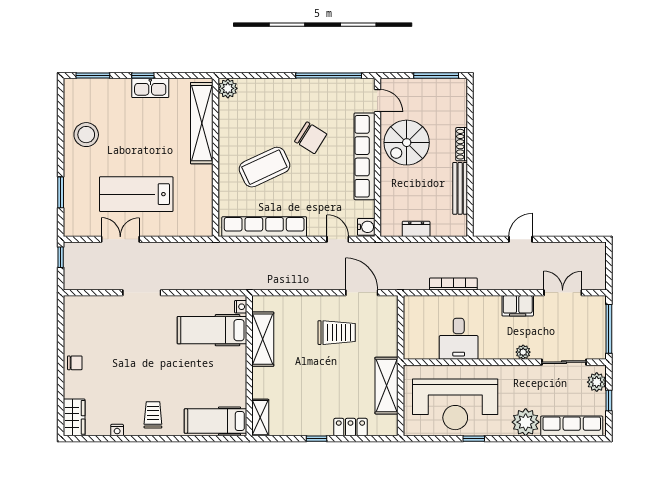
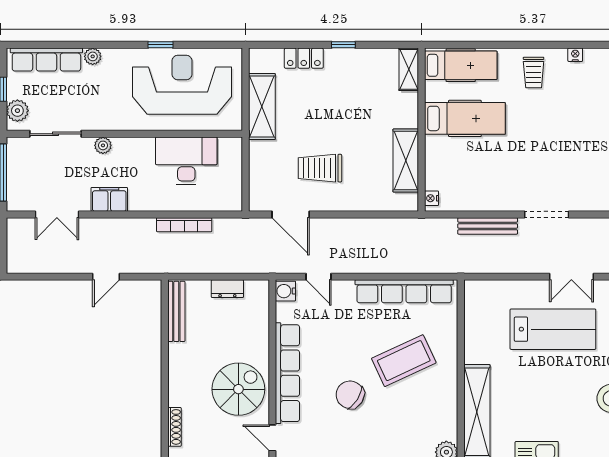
shoe rack: (462, 144) -> (174, 427), moved
bench: (460, 188) -> (176, 311), moved
bench: (192, 283) -> (488, 226), added
hospital bed: (212, 330) -> (465, 118), moved
desk: (459, 339) -> (186, 161), width x1.37
plant: (526, 422) -> (93, 56), width x0.53, depth x0.53

